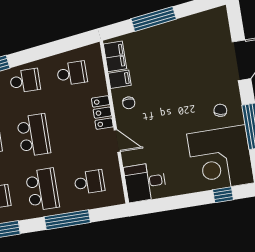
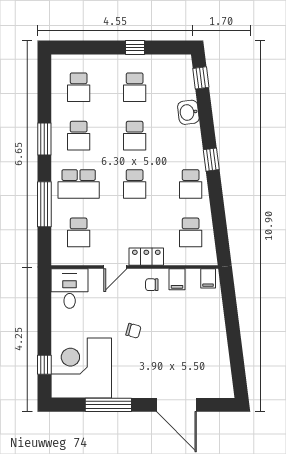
window: (154, 19) -> (232, 323), removed
filing cabinet: (115, 56) -> (208, 278), width x0.50
chair: (220, 110) -> (133, 331), moved
school desk: (34, 135) -> (135, 184), width x0.54

